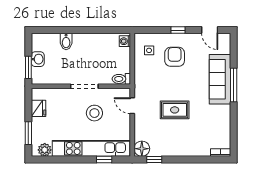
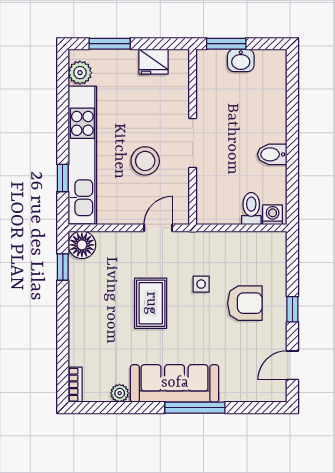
bidet: (66, 41) -> (272, 154), moved
side table: (149, 50) -> (201, 284), moved
toilet: (121, 79) -> (251, 209), moved
sofa: (220, 79) -> (175, 383), moved
plant: (225, 127) -> (120, 393), added

